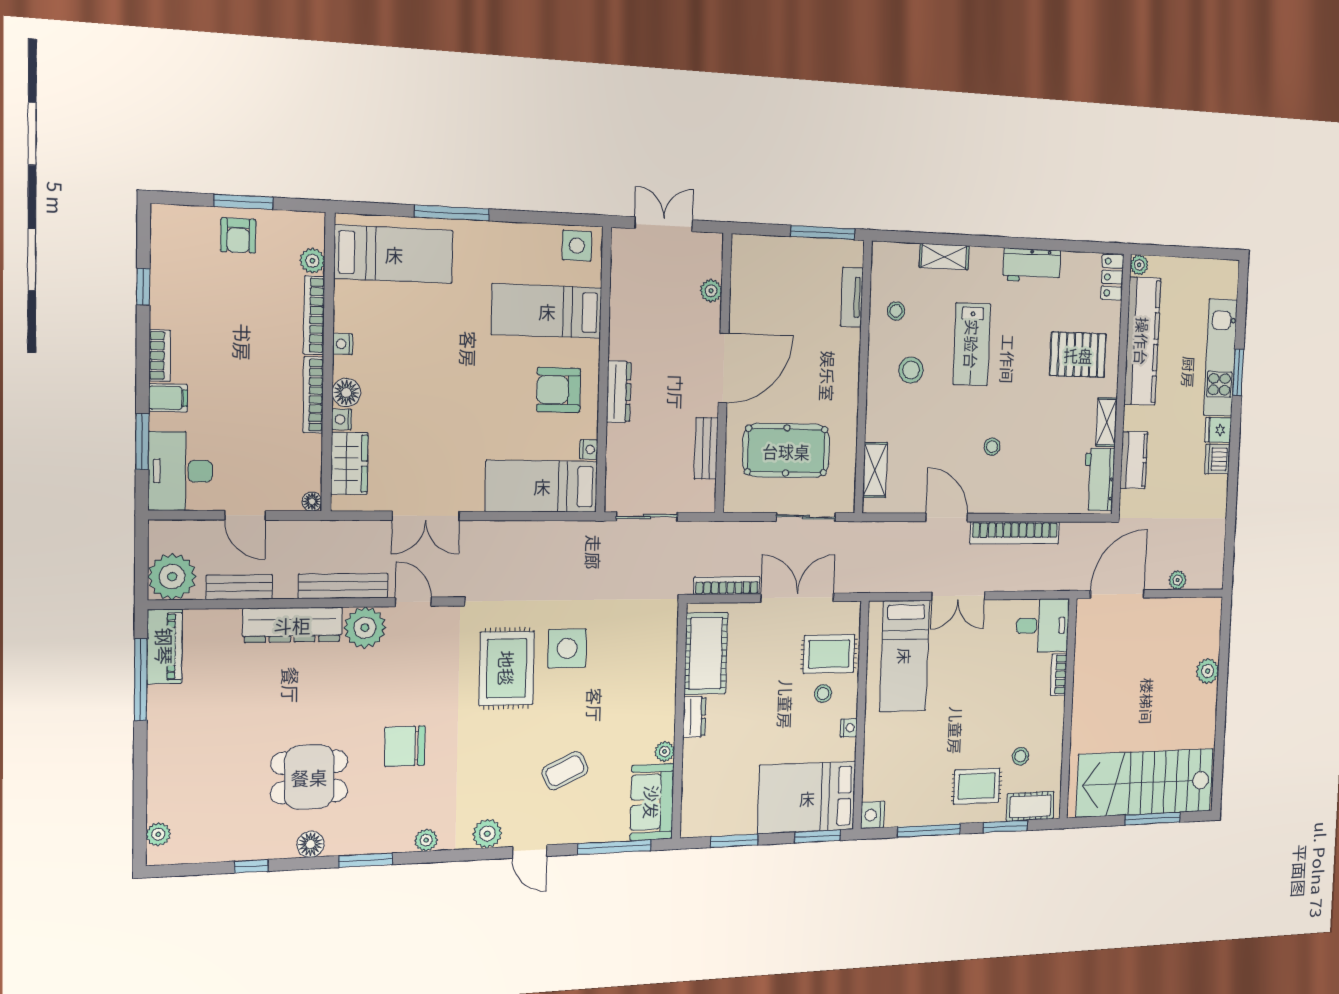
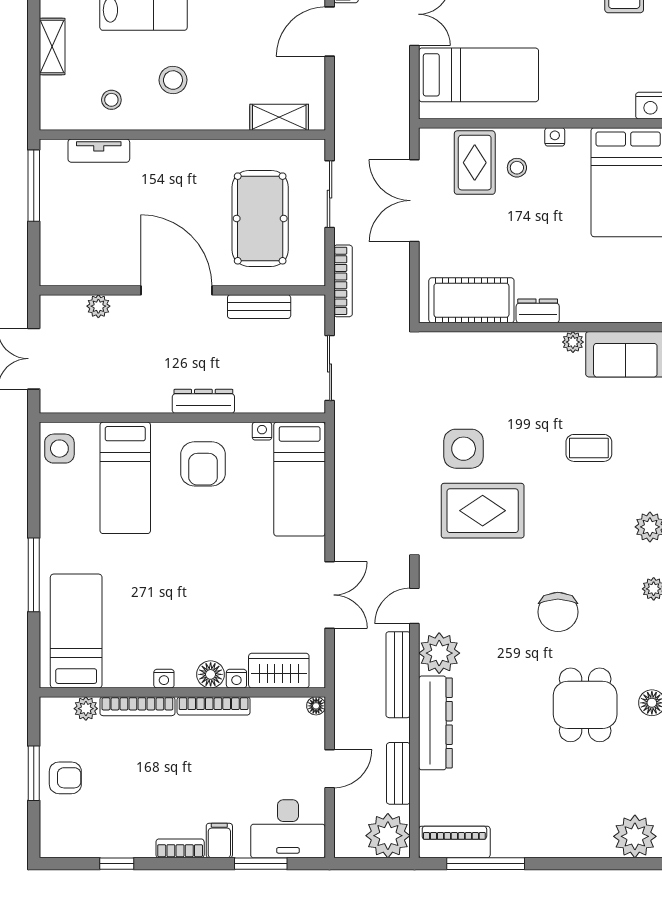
bookcase: (727, 586) -> (343, 281), moved, turned 180
coffee table: (565, 771) -> (589, 448), turned -65
plant: (158, 834) -> (635, 836), width x1.88, depth x1.88

